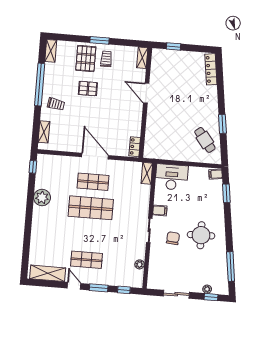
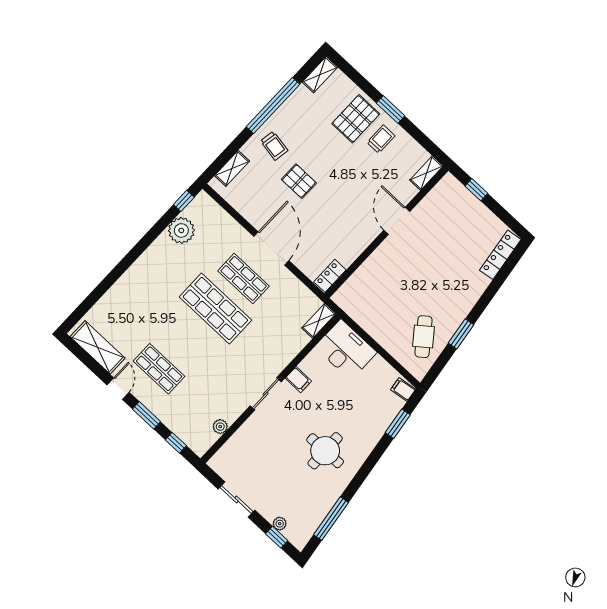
pallet: (88, 89) -> (299, 181), moved
plant: (42, 198) -> (181, 230), moved
chair: (173, 238) -> (287, 427), removed

